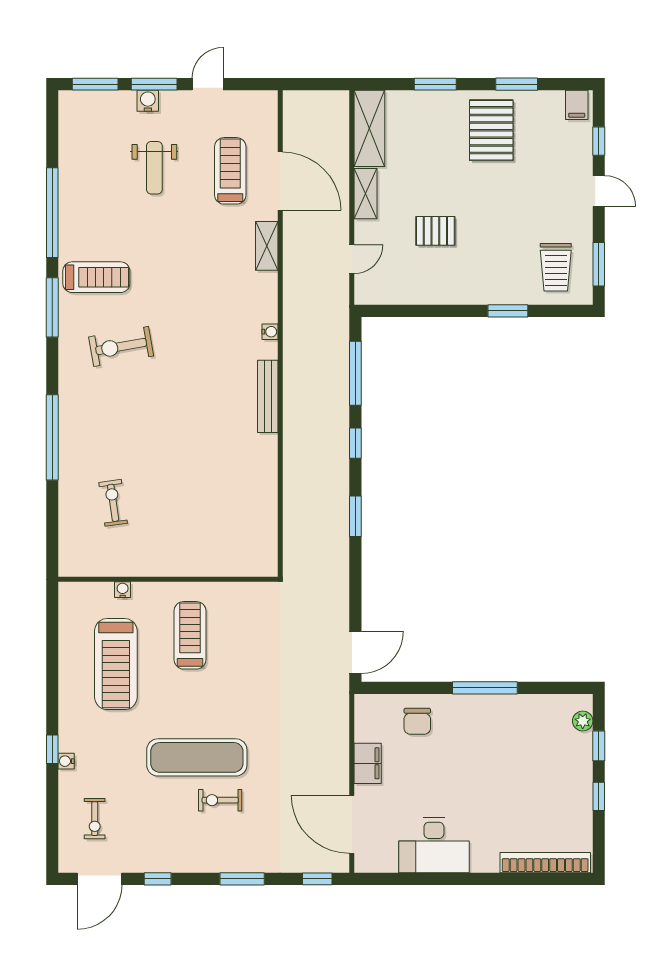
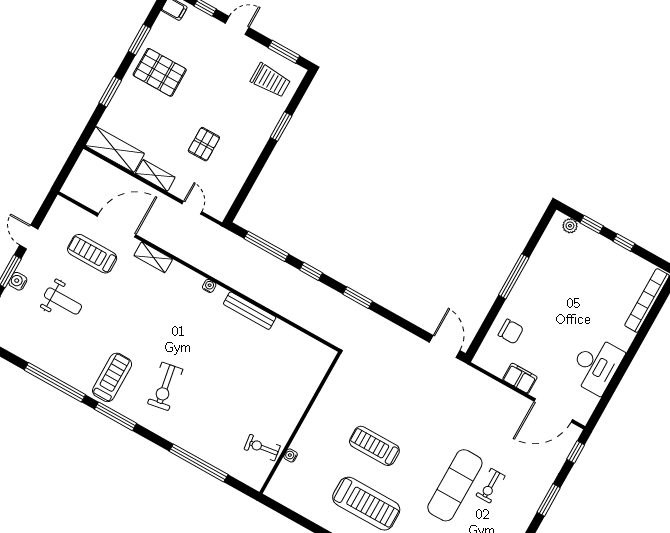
wall: (168, 579) -> (300, 423), moved
water cooler: (123, 590) -> (291, 456), moved

